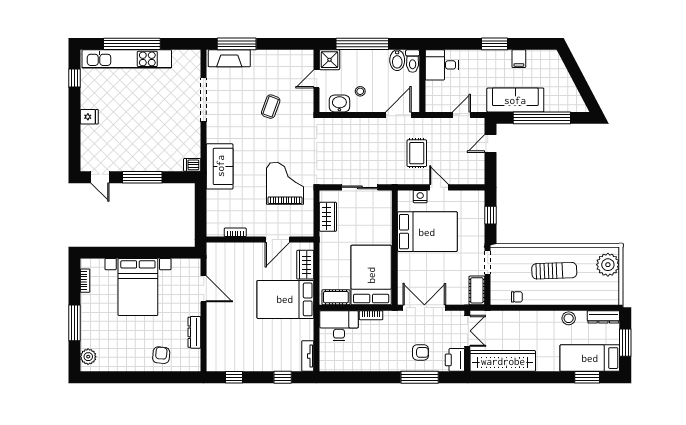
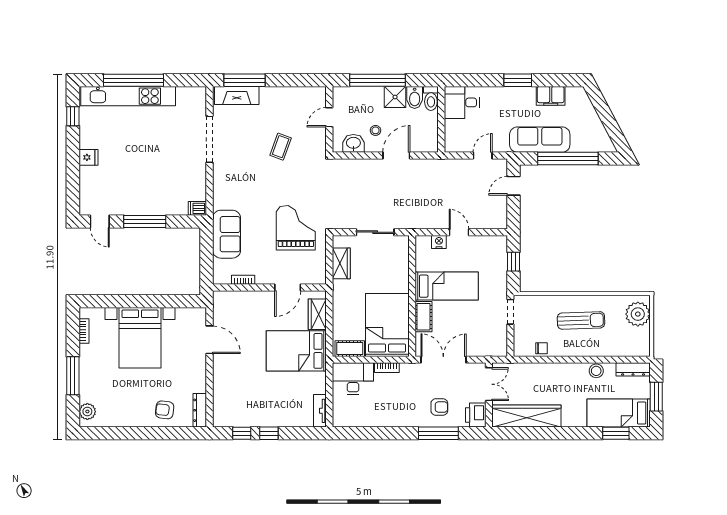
filing cabinet: (519, 59) -> (551, 96), width x2.00
shower: (330, 60) -> (395, 97), moved
door: (398, 115) -> (396, 155), moved
rug: (417, 153) -> (435, 196), removed
sofa: (220, 166) -> (227, 234), moved
bed: (427, 232) -> (447, 286), width x0.67
cot: (477, 290) -> (424, 317), moved
dresser: (194, 332) -> (200, 410), moved
armchair: (161, 355) -> (165, 410), turned -88
window: (283, 377) -> (269, 433), moved

